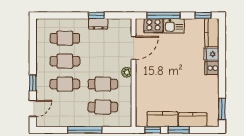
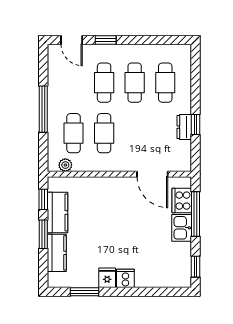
kitchen counter: (212, 33) -> (173, 278), removed
fridge: (211, 54) -> (107, 278), moved
plant: (127, 72) -> (65, 165), moved
window: (222, 109) -> (84, 292), moved

